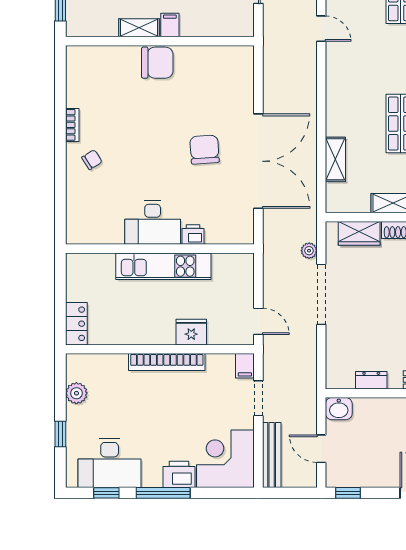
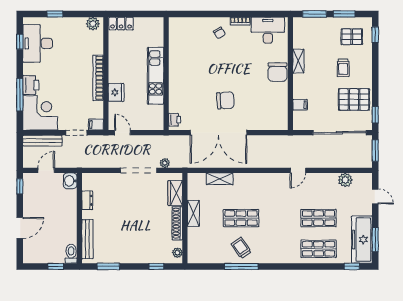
filing cabinet: (170, 25) -> (300, 105), moved
desk: (153, 223) -> (268, 30), moved, turned 90
printer: (193, 234) -> (175, 120), moved
door: (258, 321) -> (122, 133), swing flipped
plant: (76, 393) -> (93, 24), moved
window: (163, 493) -> (20, 95), moved

